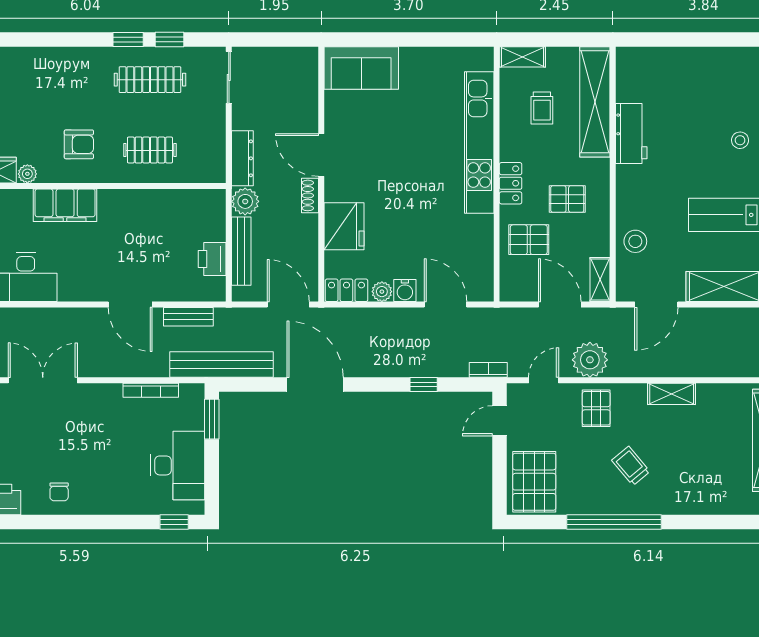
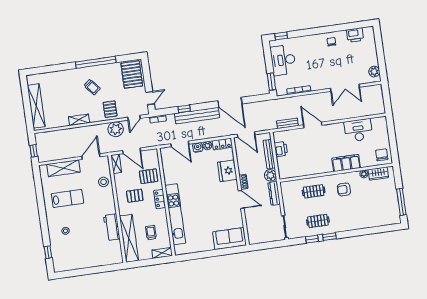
clothes rail: (150, 80) -> (318, 221), width x0.73
bench: (221, 365) -> (197, 116), moved

